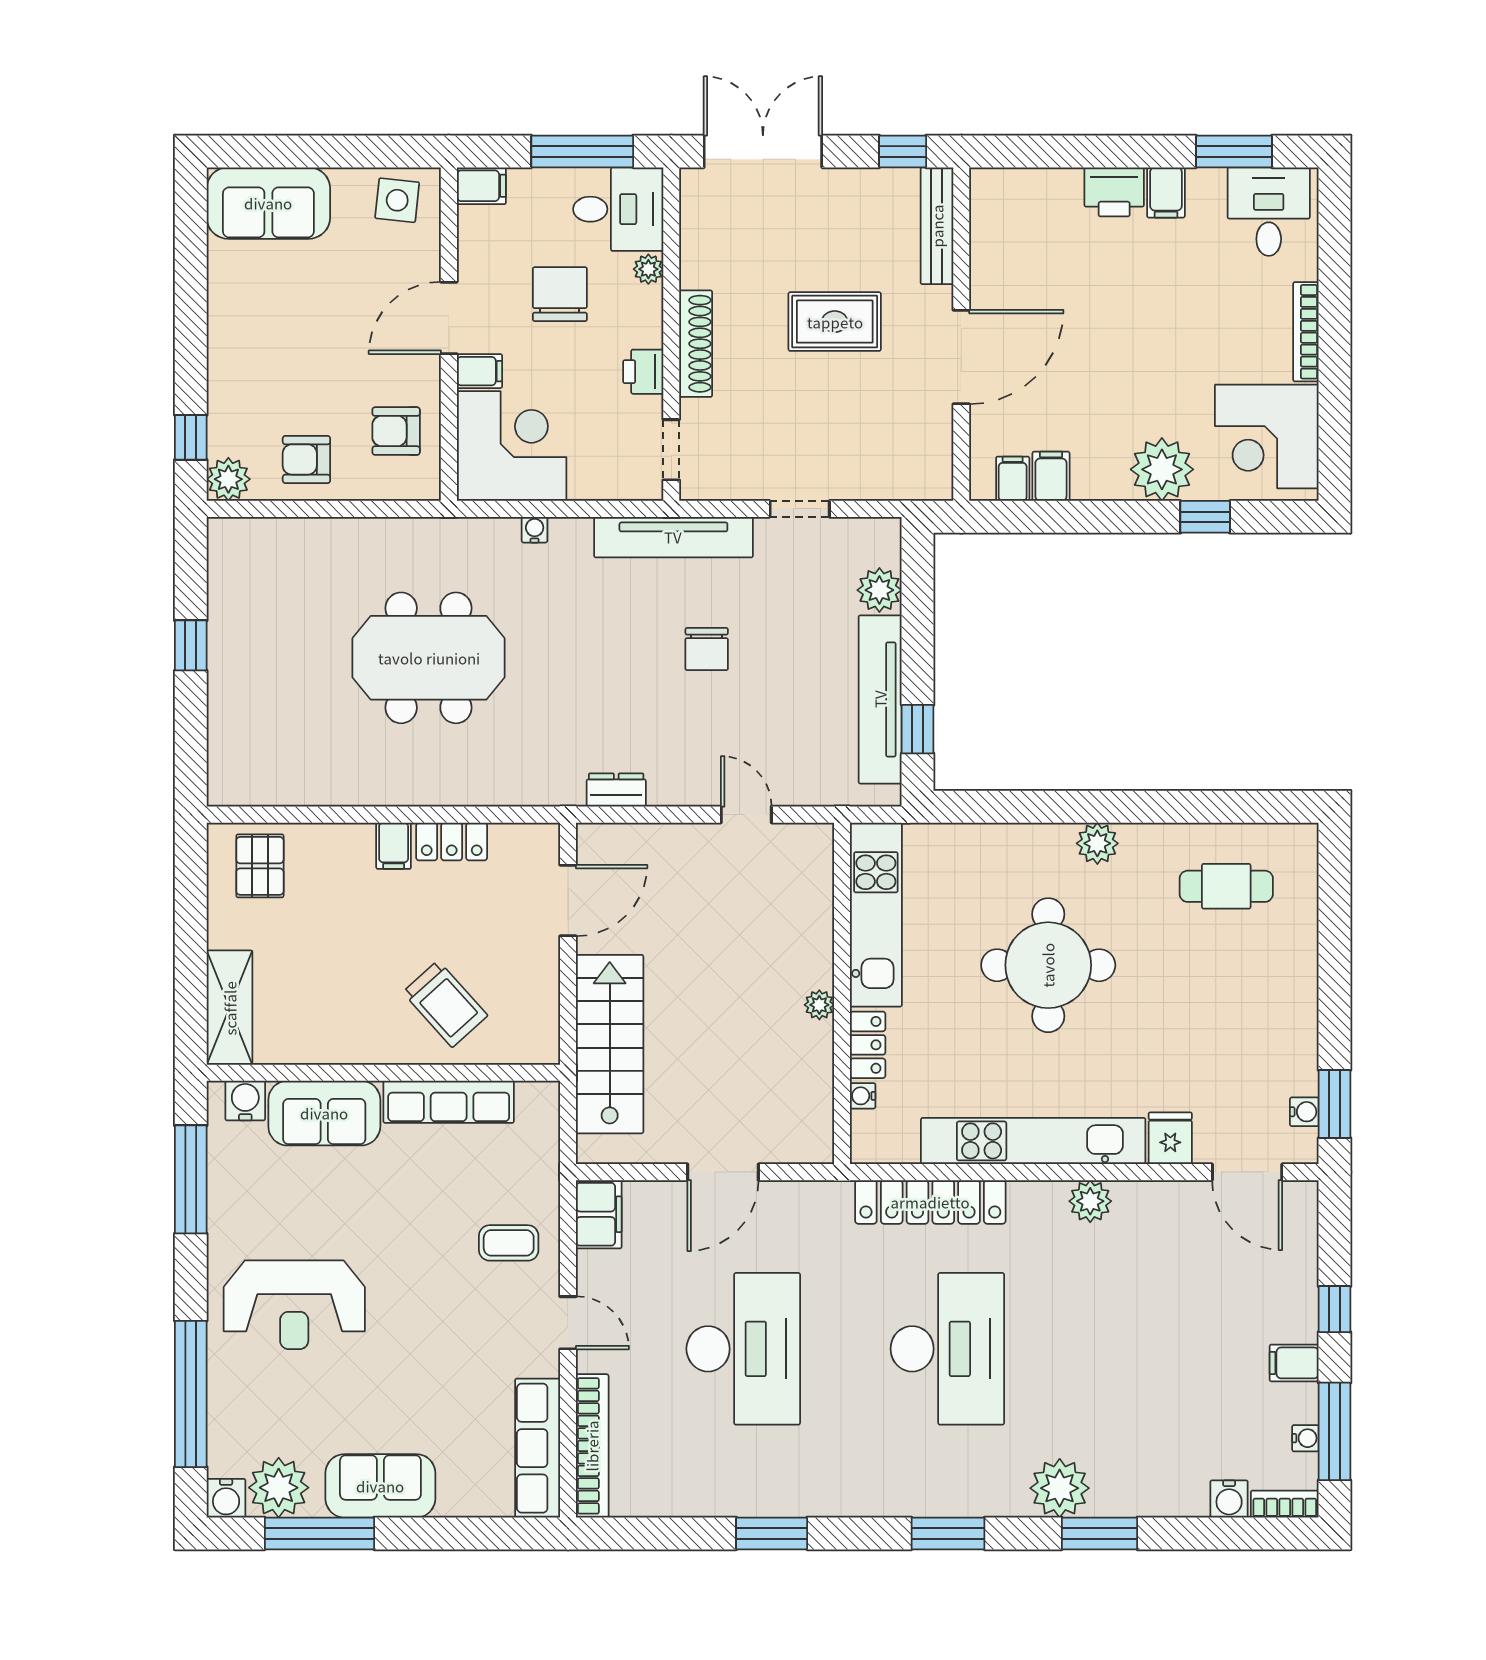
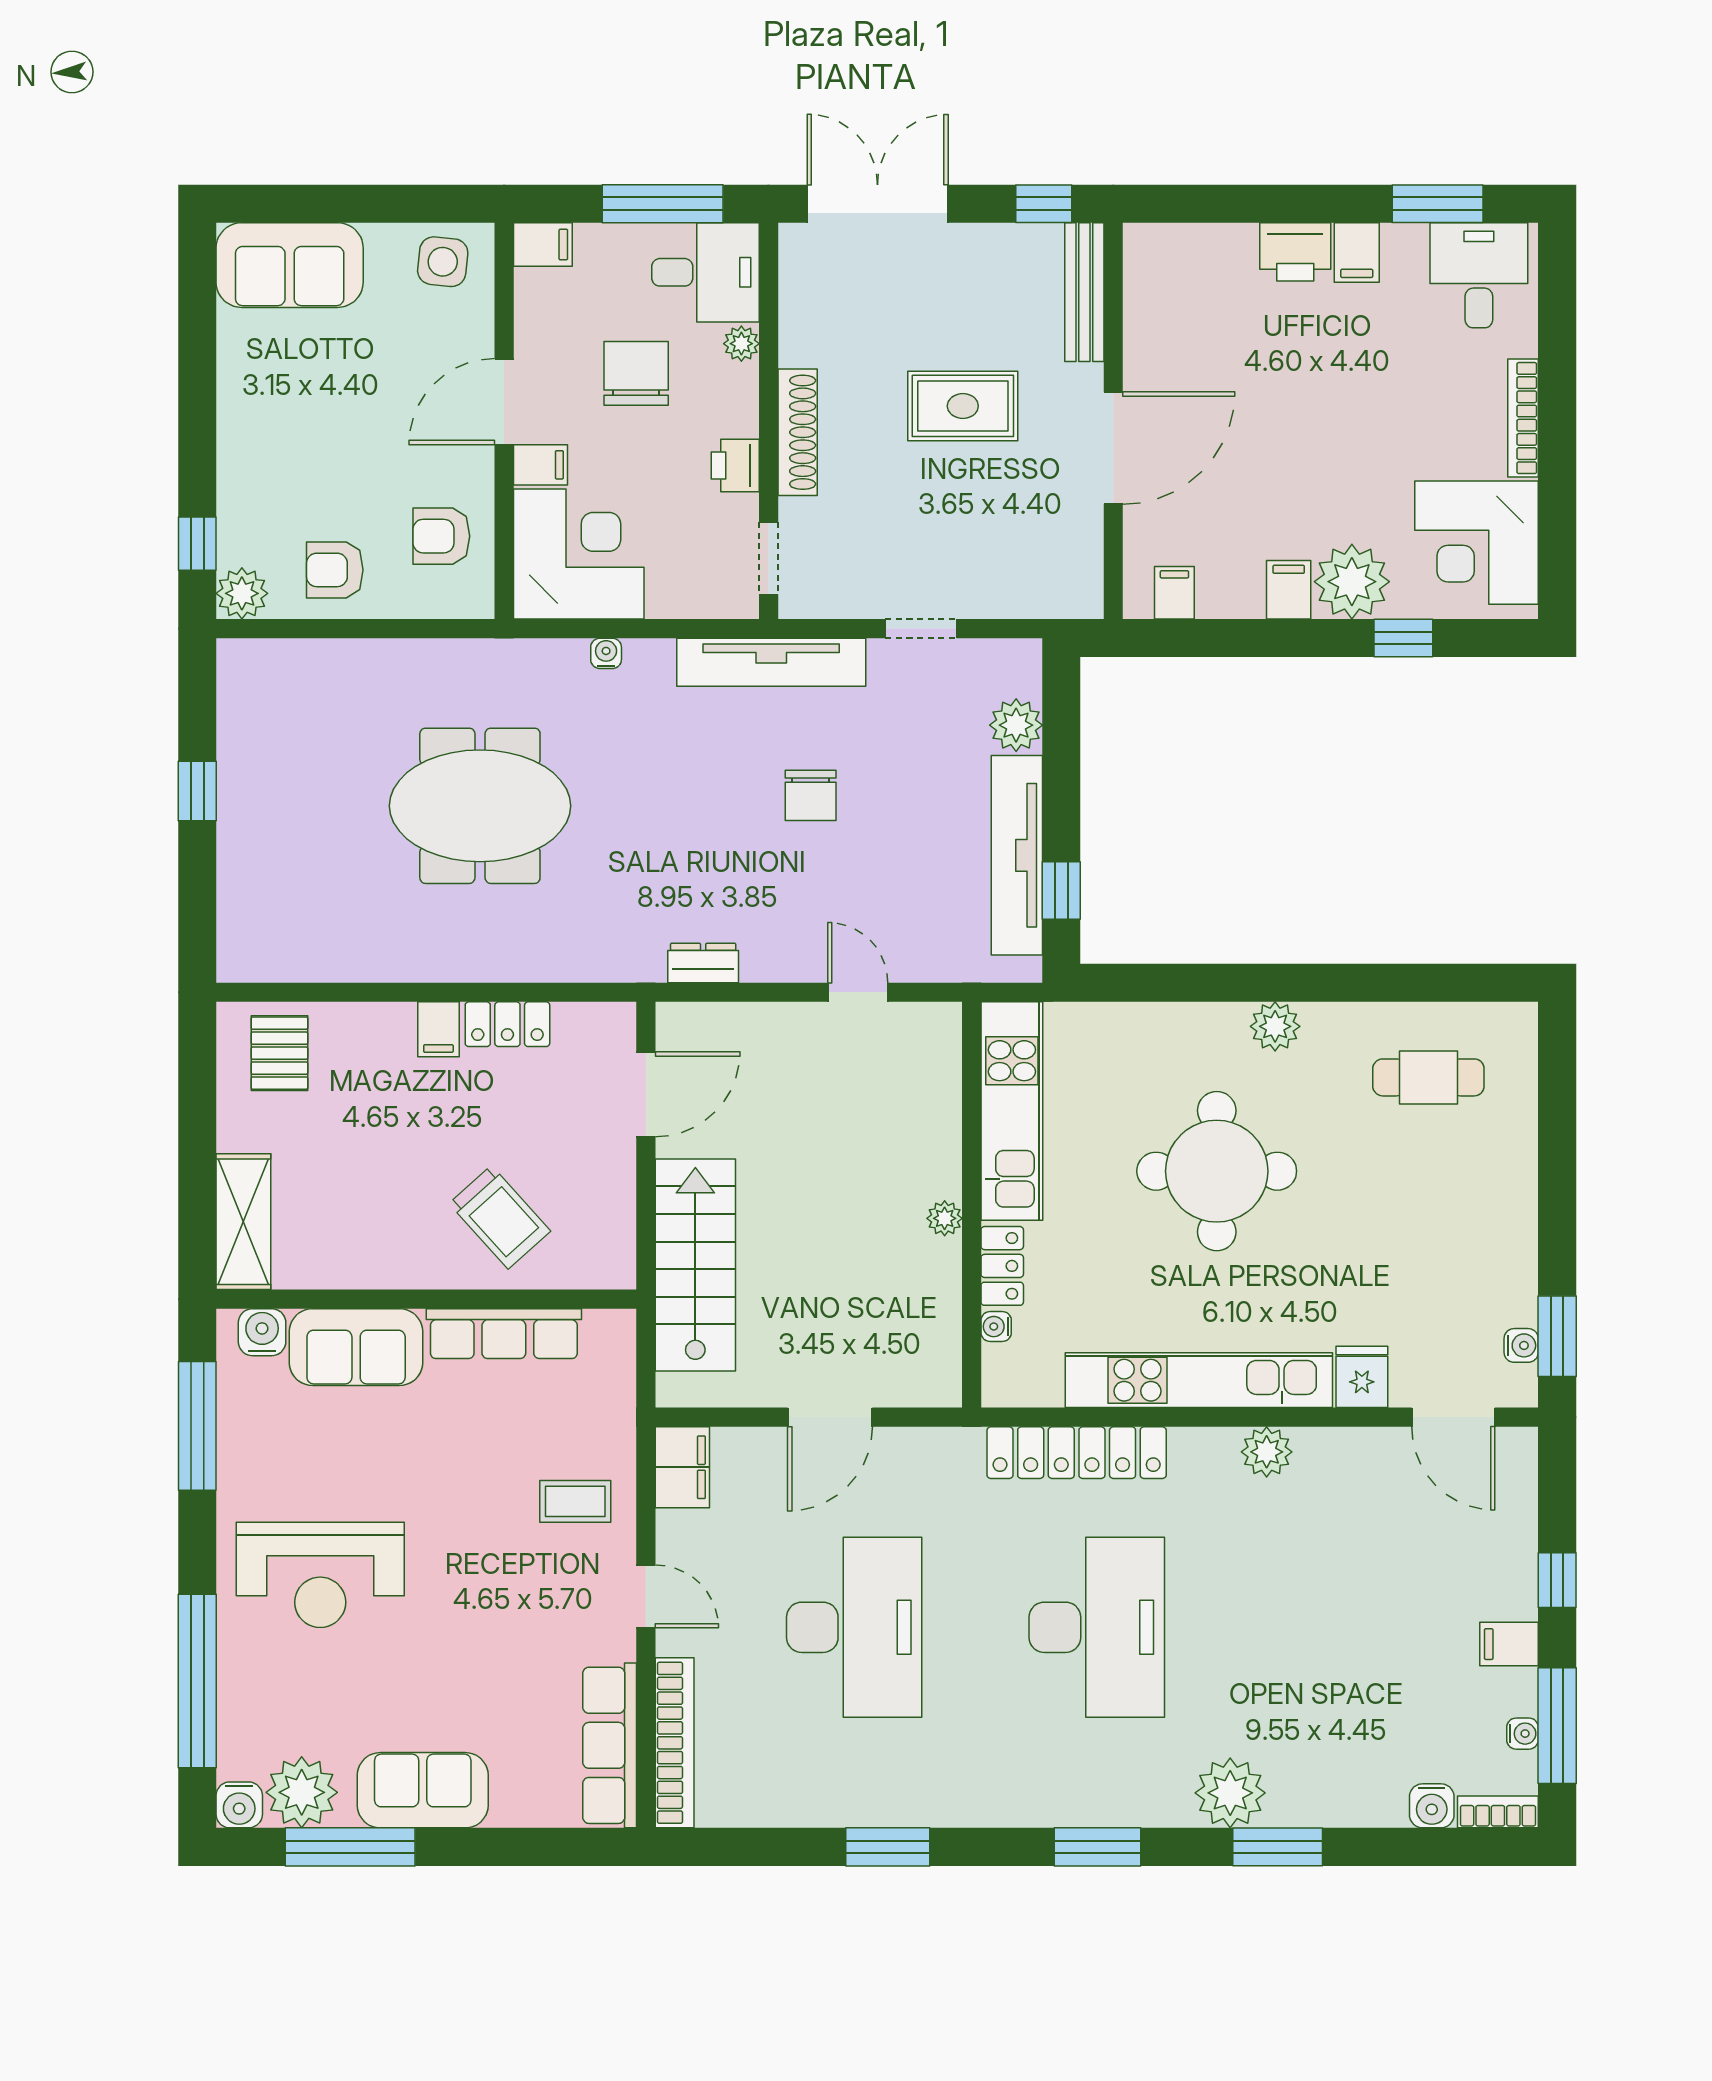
filing cabinet: (1051, 476) -> (1289, 590), moved

